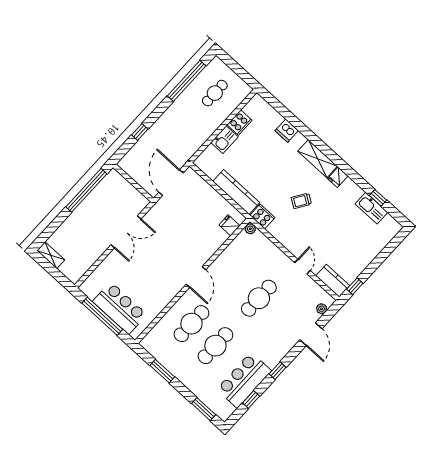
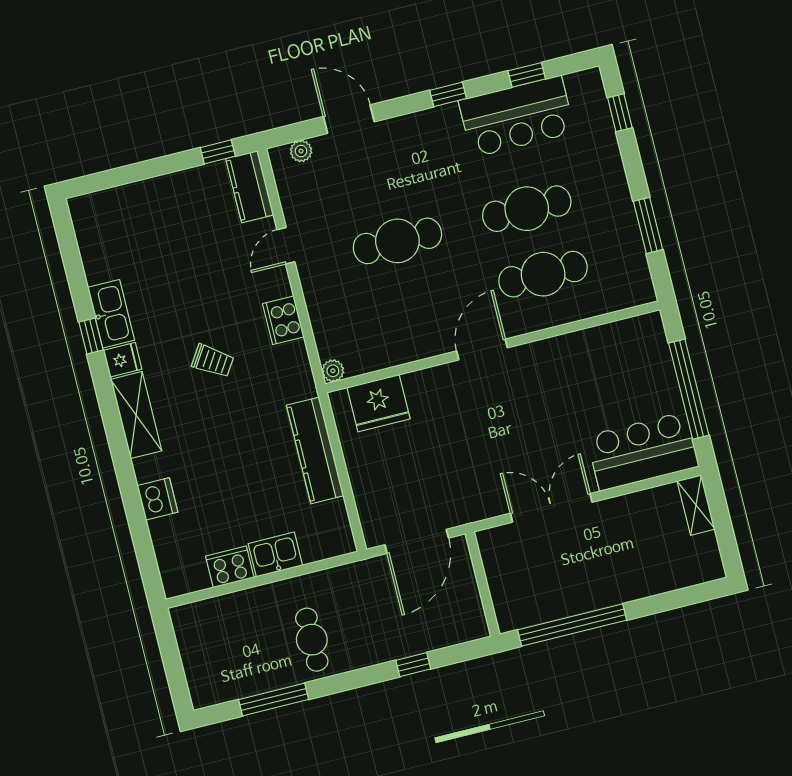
window: (187, 81) -> (274, 699), width x0.68
cafe table: (215, 93) -> (312, 640), moved, turned 90
window: (378, 198) -> (91, 336), moved
kitchen sink: (371, 208) -> (111, 314), moved
cooker: (262, 216) -> (283, 320), moved
fridge: (229, 225) -> (379, 403), width x1.88, depth x1.34
shelving: (51, 255) -> (696, 505), moved
bar counter: (120, 308) -> (643, 451), moved, turned 90
door: (311, 334) -> (349, 119), hinge flipped
window: (204, 409) -> (620, 113), width x0.67

